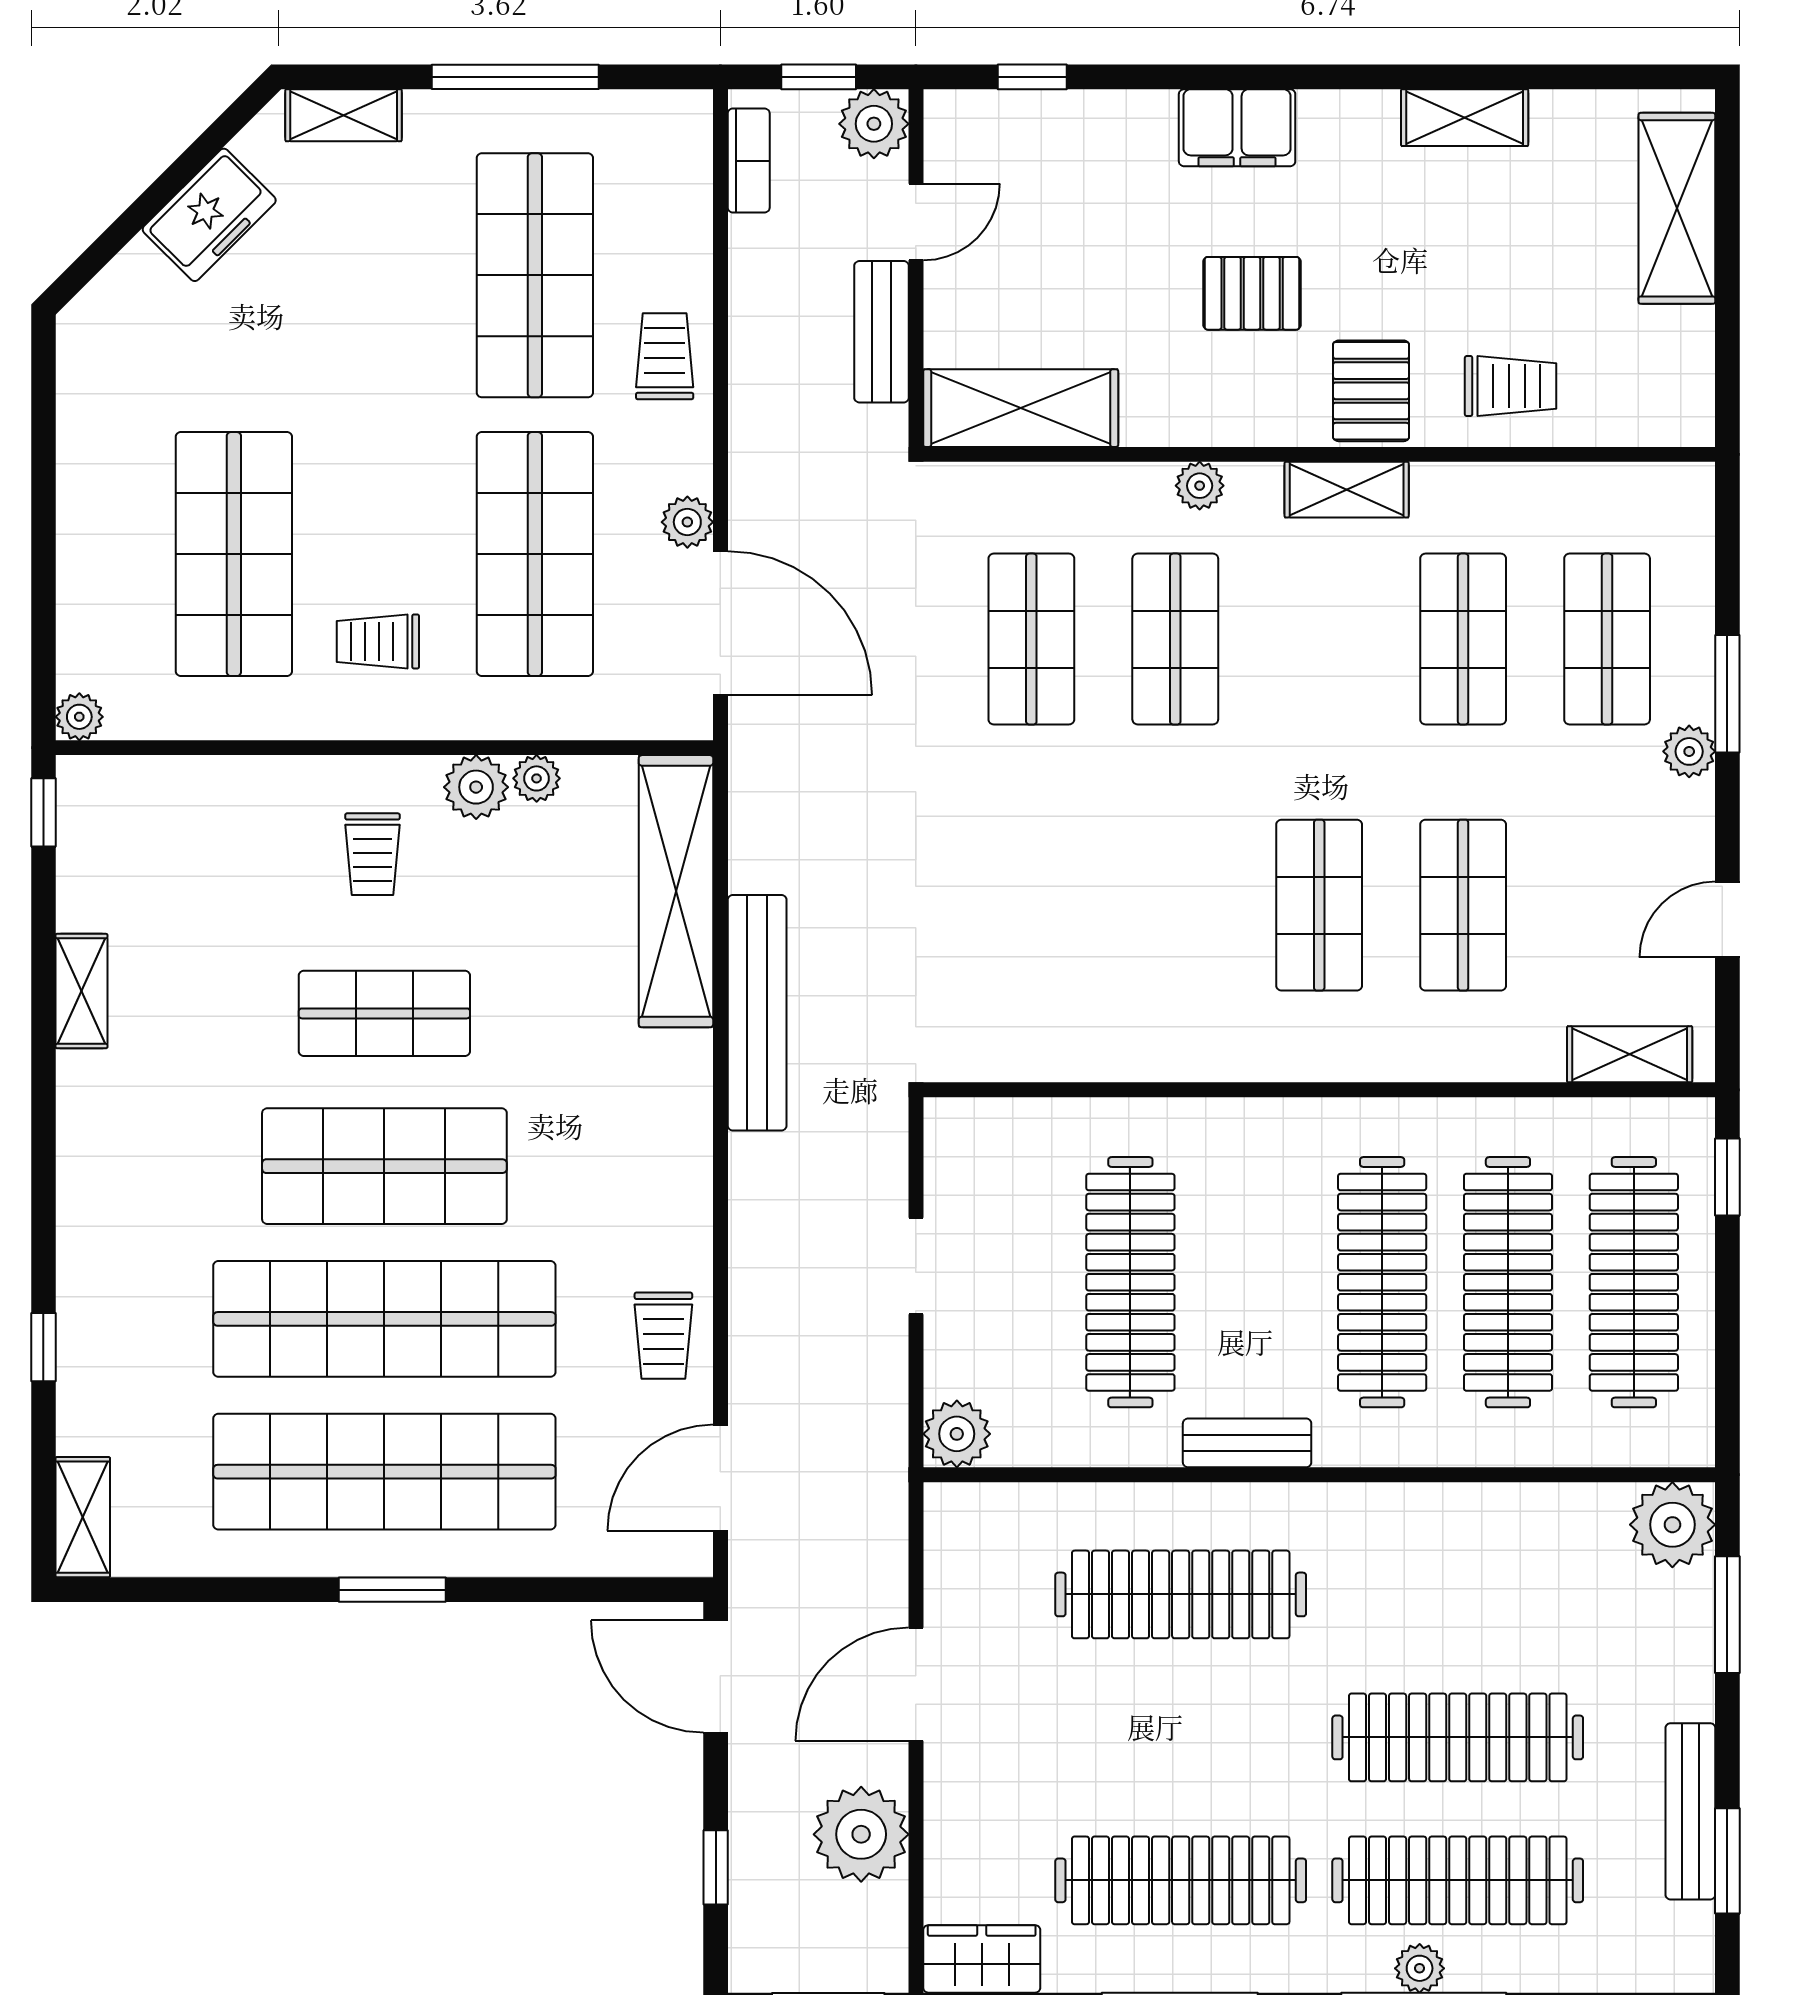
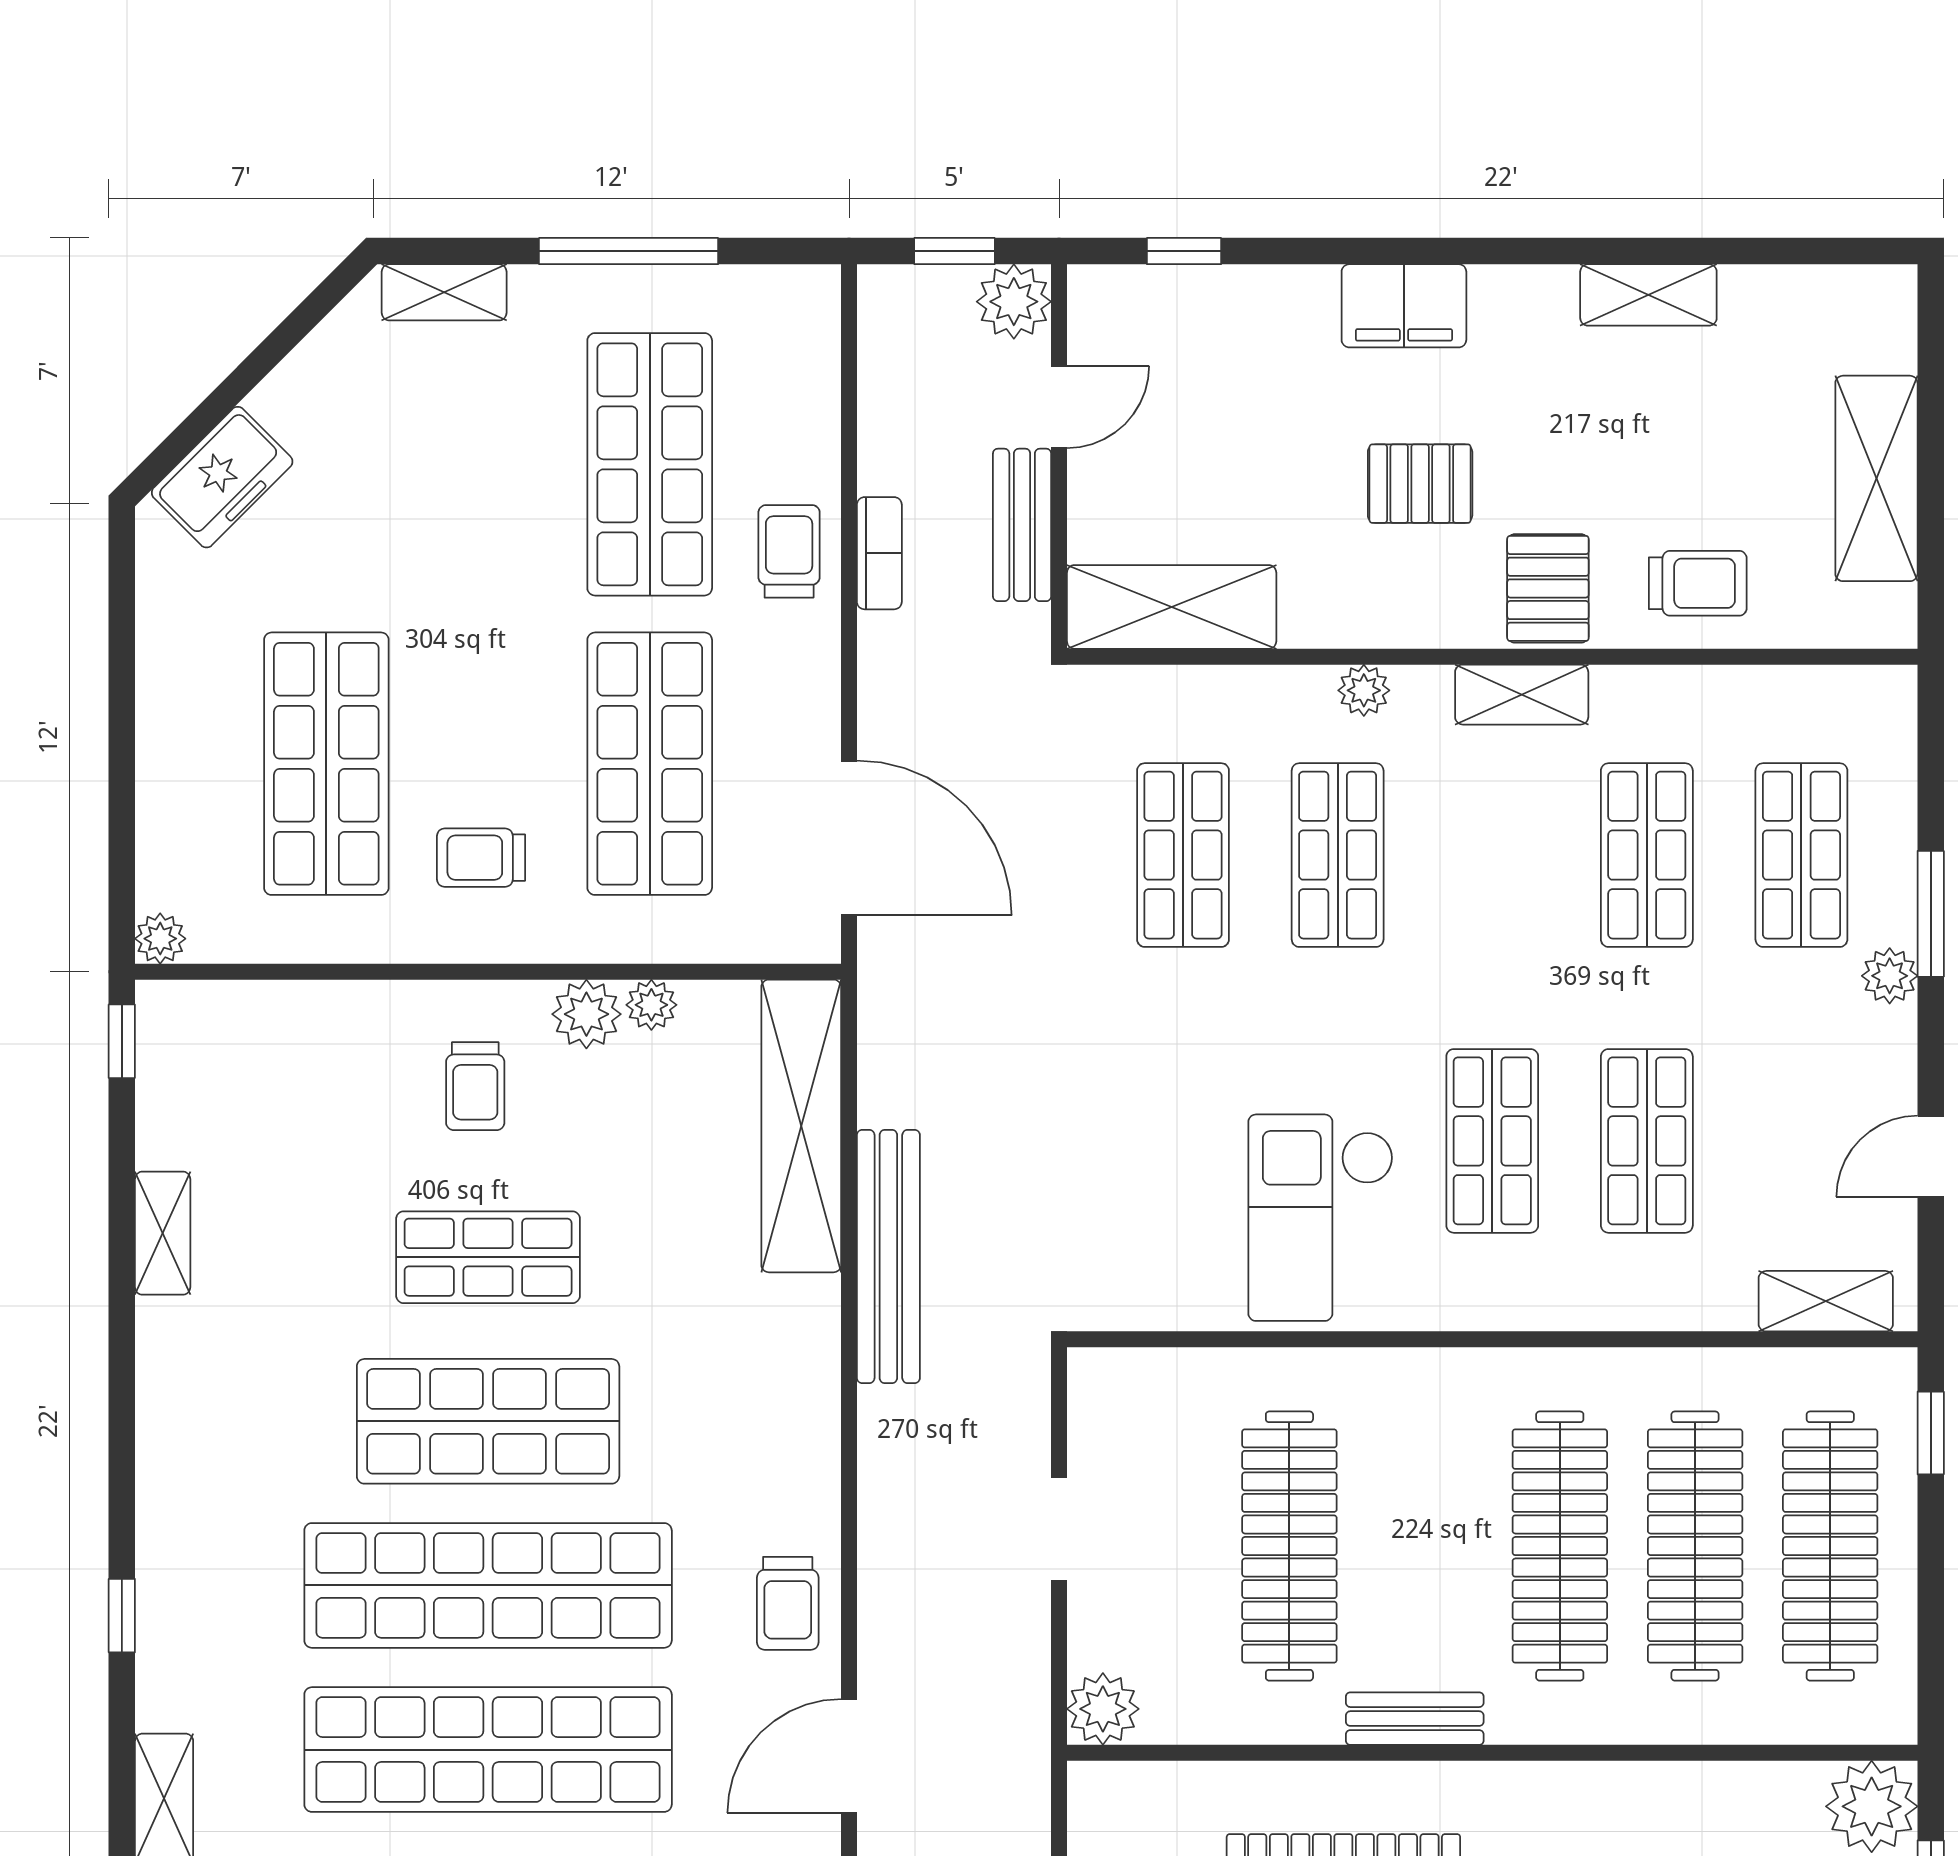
bookcase: (749, 161) -> (879, 553), moved
shelving: (1677, 208) -> (1876, 478), moved
freezer: (209, 215) -> (222, 477), moved
plant: (687, 522) -> (813, 729), removed
checkout: (1160, 977) -> (1321, 1218), added

